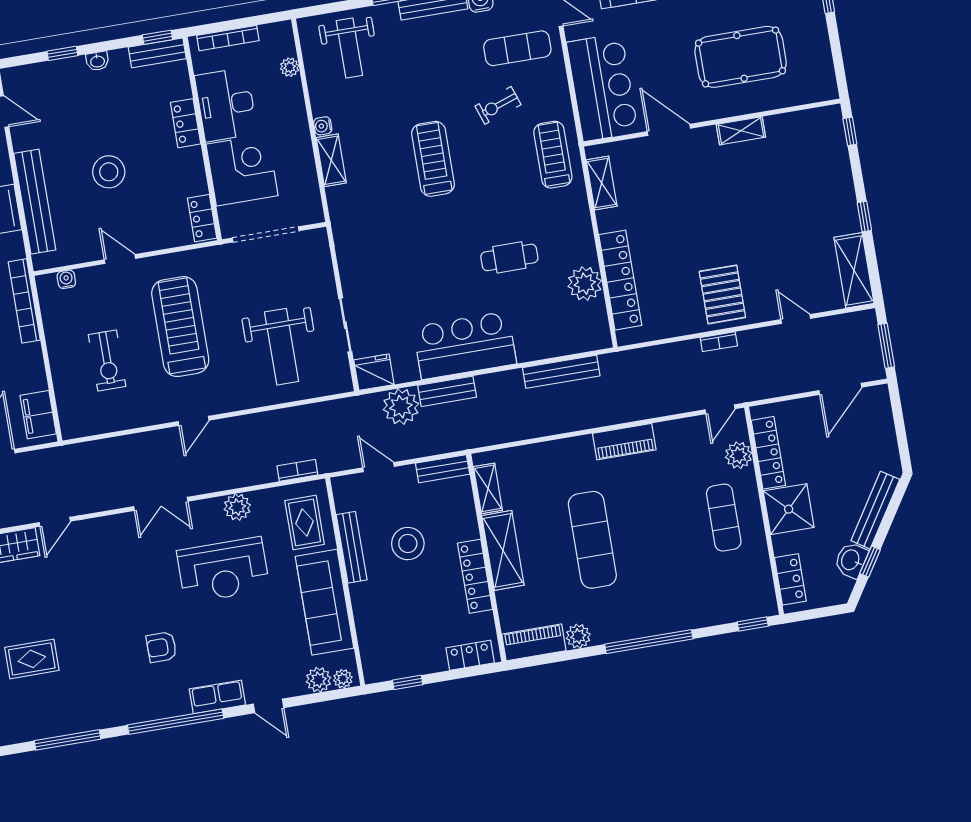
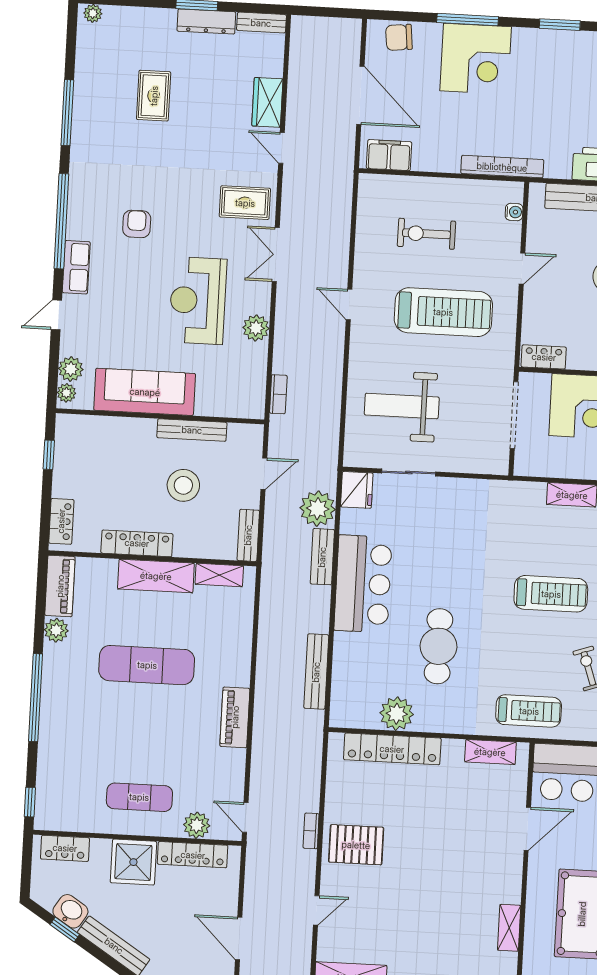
shelving: (741, 131) -> (509, 928), moved
cafe table: (509, 257) -> (438, 646), width x1.37, depth x1.35
rug: (305, 522) -> (245, 203), moved

